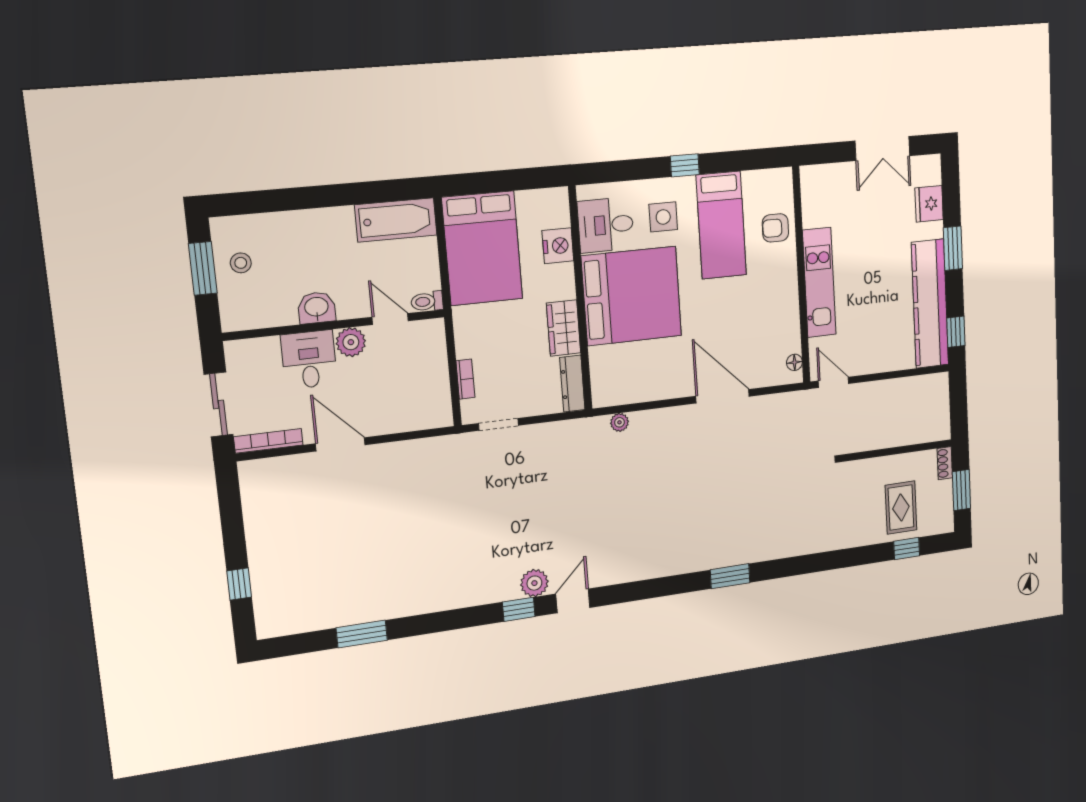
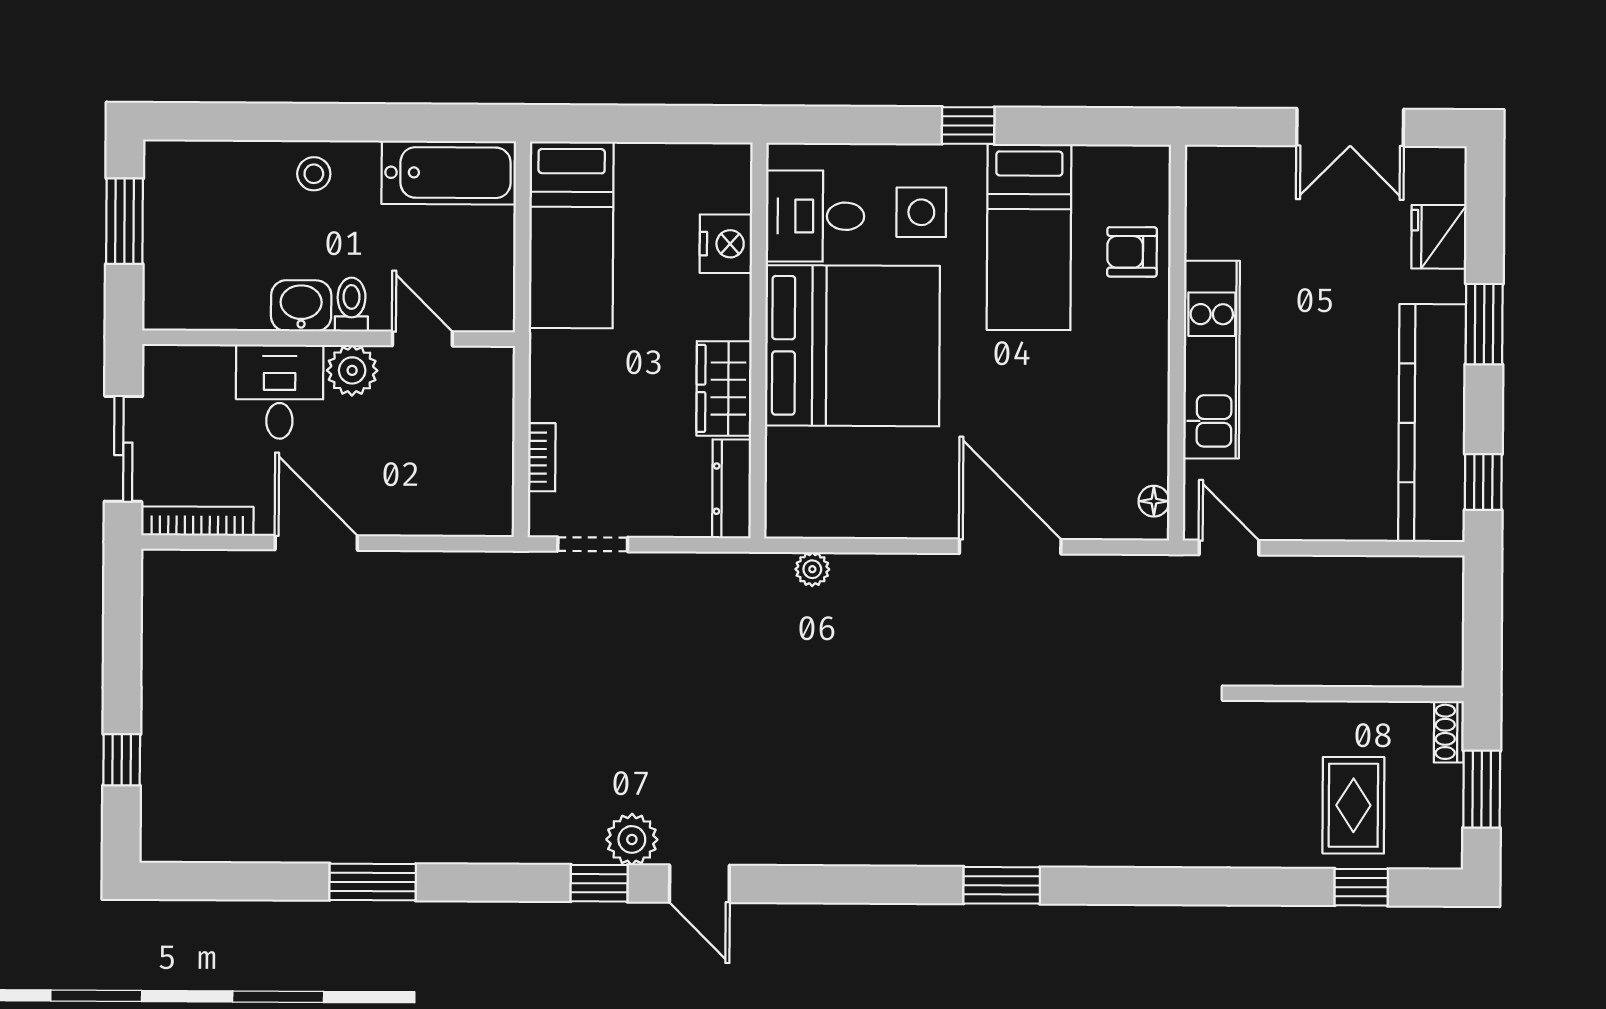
bed: (482, 248) -> (571, 235), width x0.67
stool: (241, 263) -> (314, 174), moved
toilet: (427, 301) -> (351, 305), moved, turned 90
door: (573, 601) -> (699, 884), swing flipped
window: (362, 634) -> (373, 882), moved

